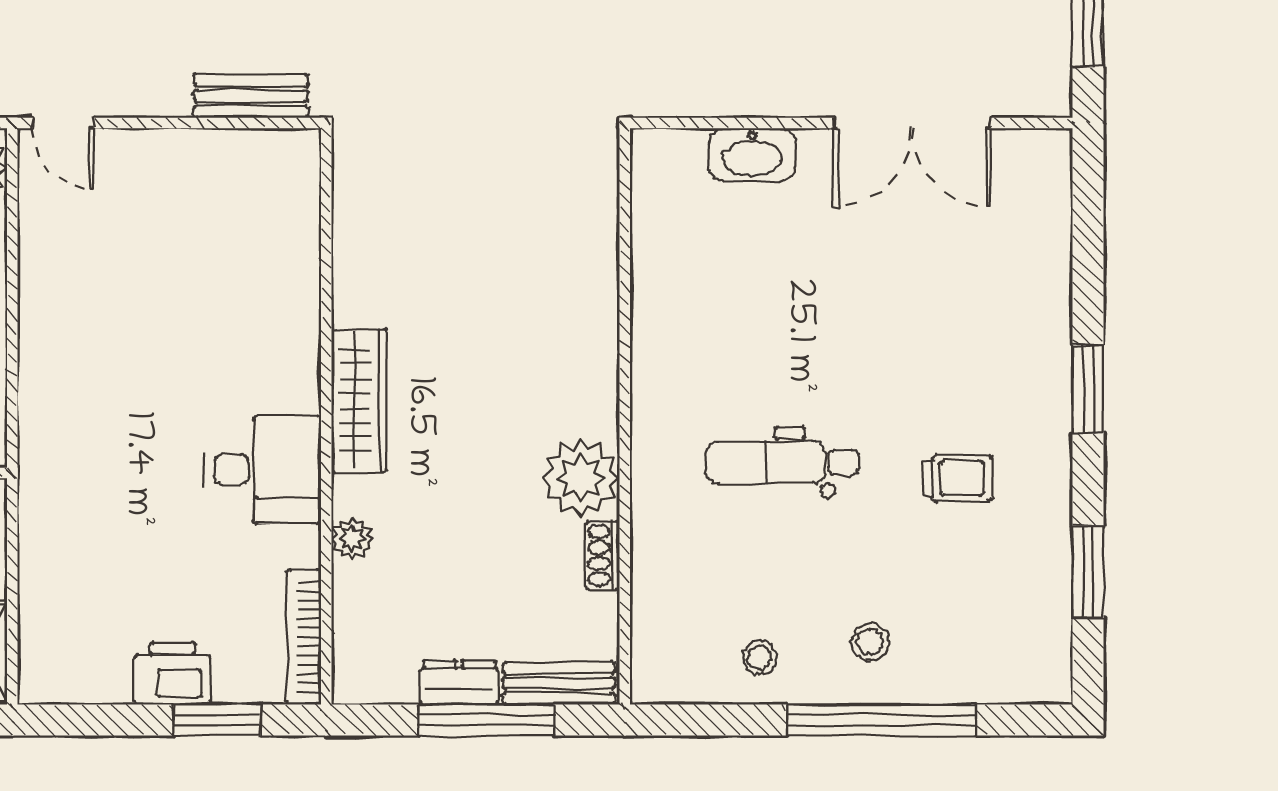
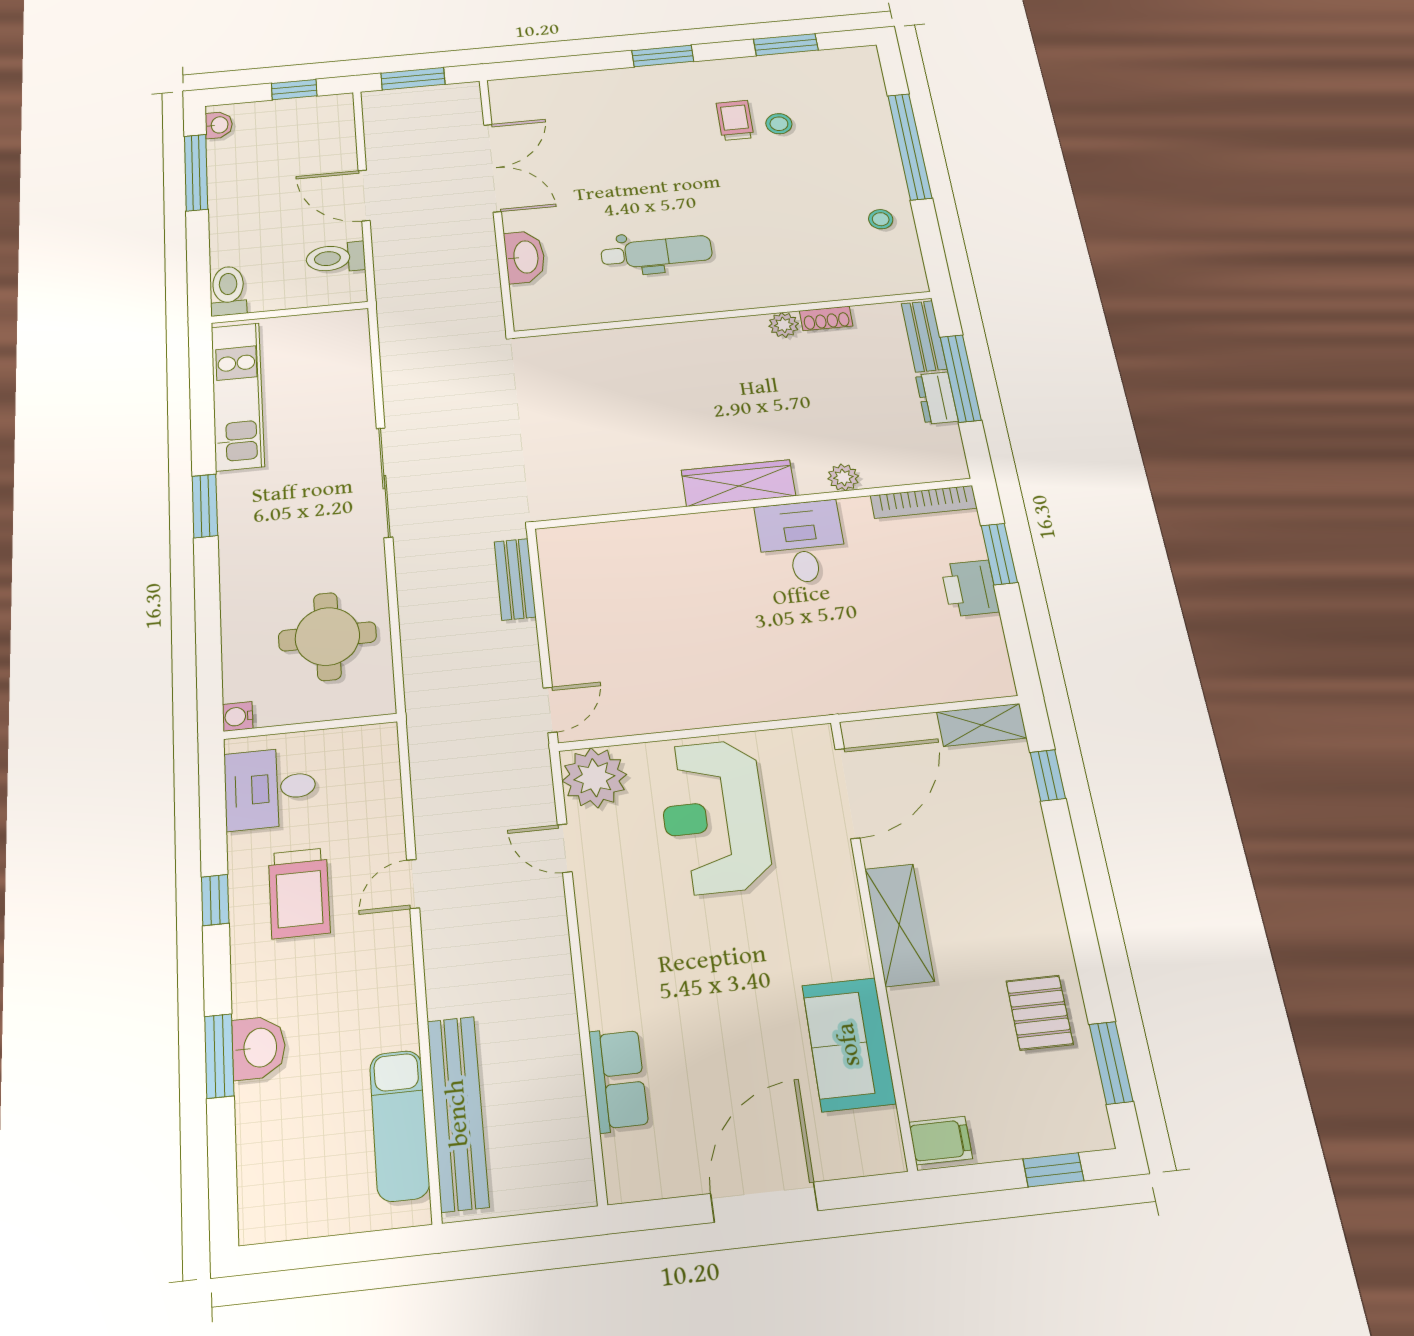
dental chair: (782, 462) -> (656, 252), moved, turned -90
plant: (581, 478) -> (784, 325), width x0.53, depth x0.53
stool: (870, 642) -> (779, 124), moved

